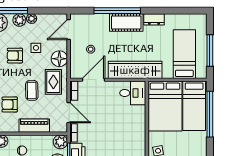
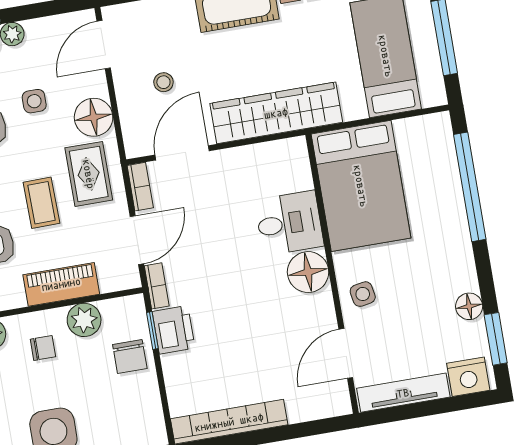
desk: (133, 93) -> (289, 223), moved
bed: (194, 106) -> (429, 174), removed
door: (69, 113) -> (137, 240), hinge flipped
floor lamp: (137, 138) -> (308, 272), added
plant: (60, 142) -> (84, 320), moved

